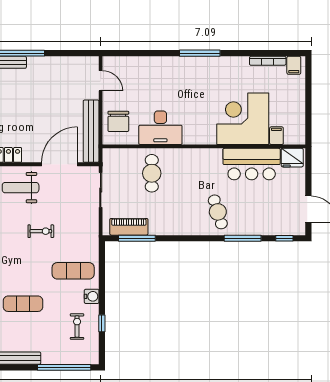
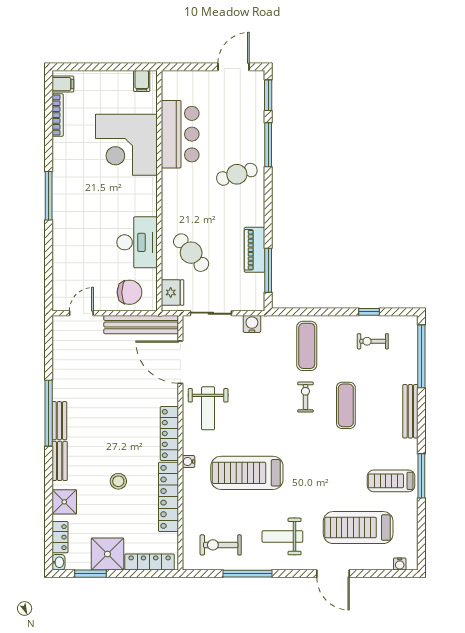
filing cabinet: (276, 136) -> (142, 81), moved, turned -90
fridge: (292, 158) -> (172, 292), moved
cafe table: (152, 173) -> (191, 253), turned 49
piano: (129, 227) -> (255, 250), moved
exercise bike: (41, 231) -> (305, 397), moved
window: (284, 238) -> (268, 95), width x1.50
water cooler: (92, 296) -> (252, 324), moved

